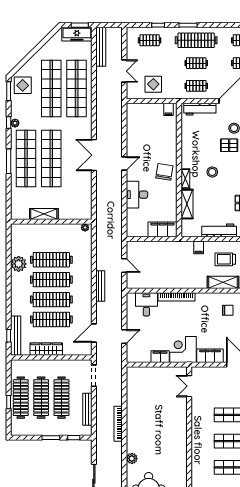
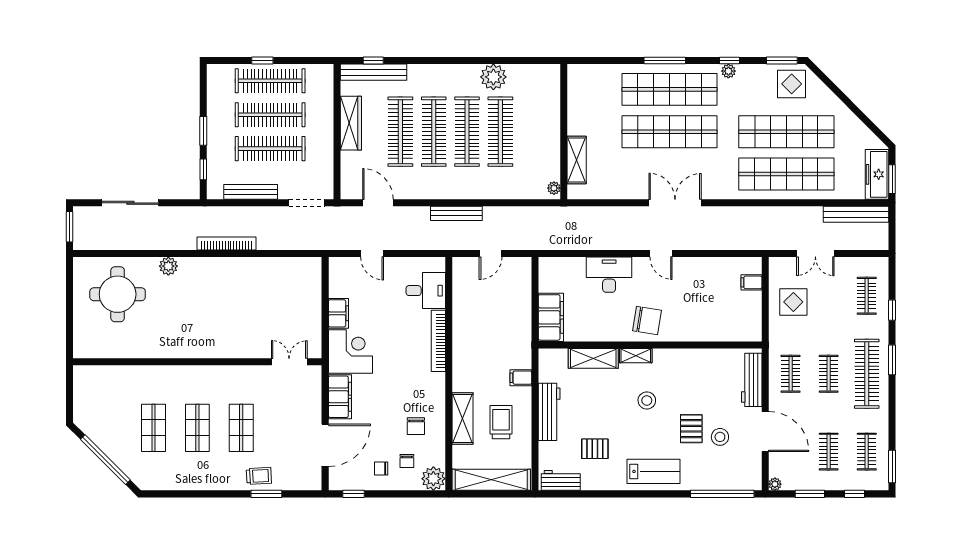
filing cabinet: (168, 109) -> (751, 282), moved
shelving: (44, 214) -> (577, 160), moved

